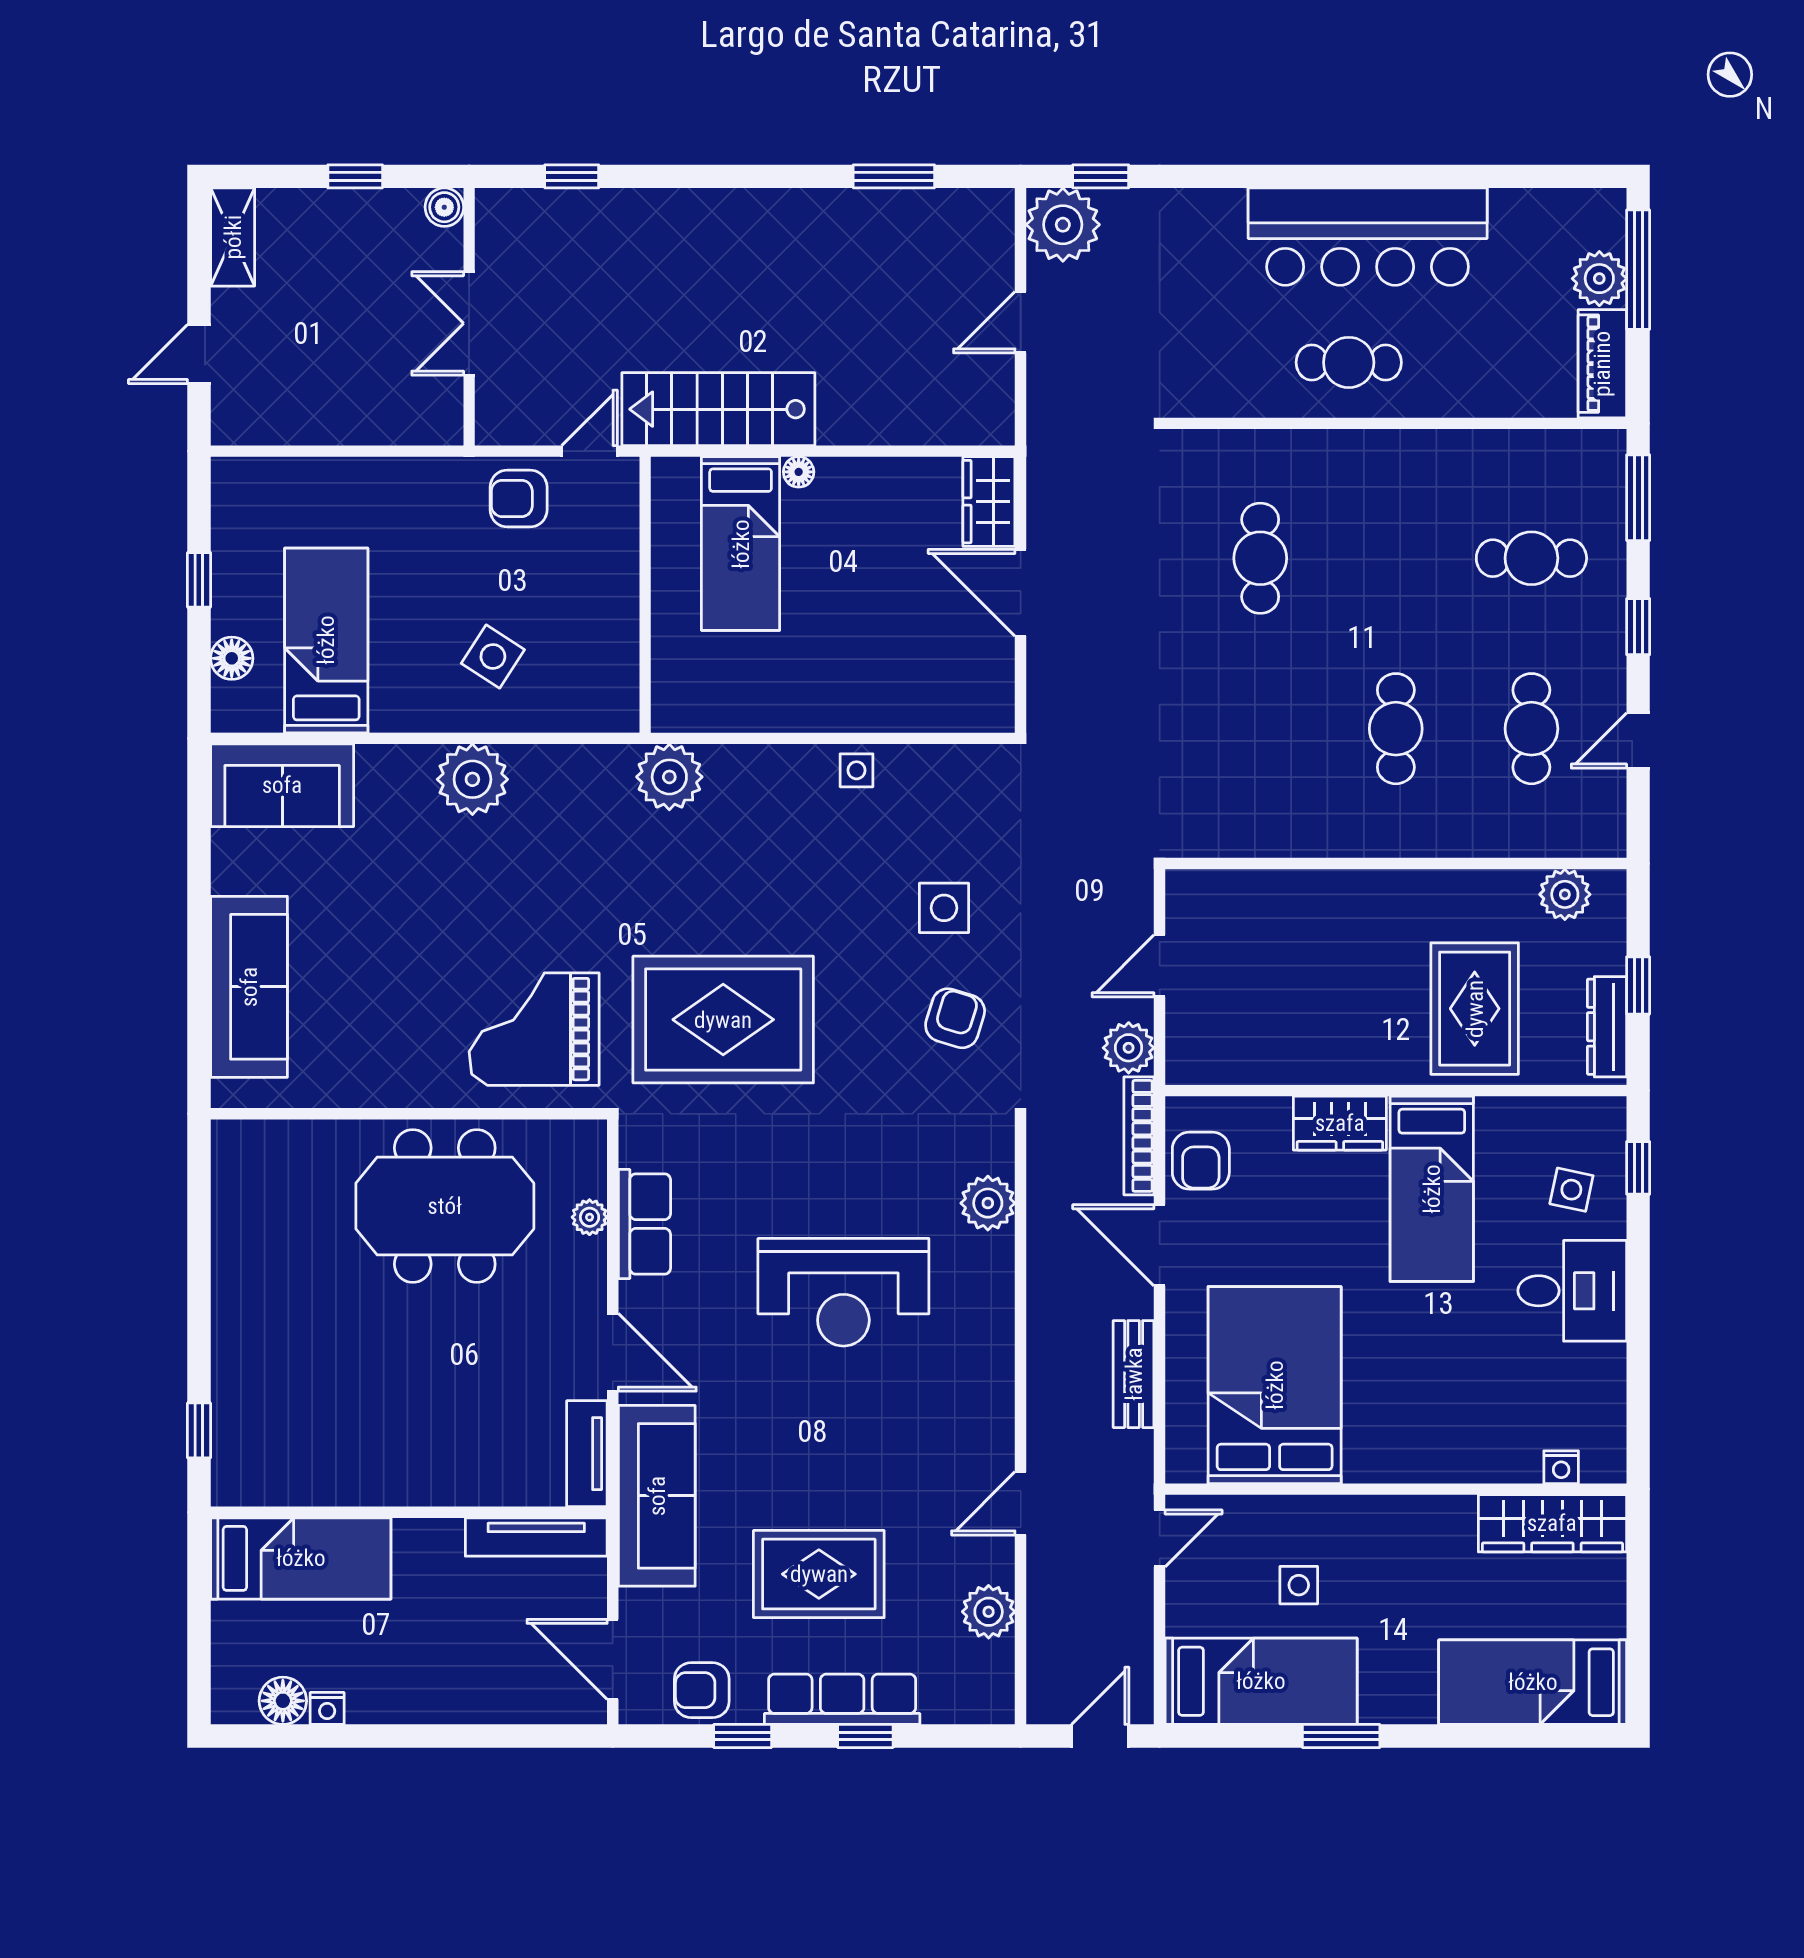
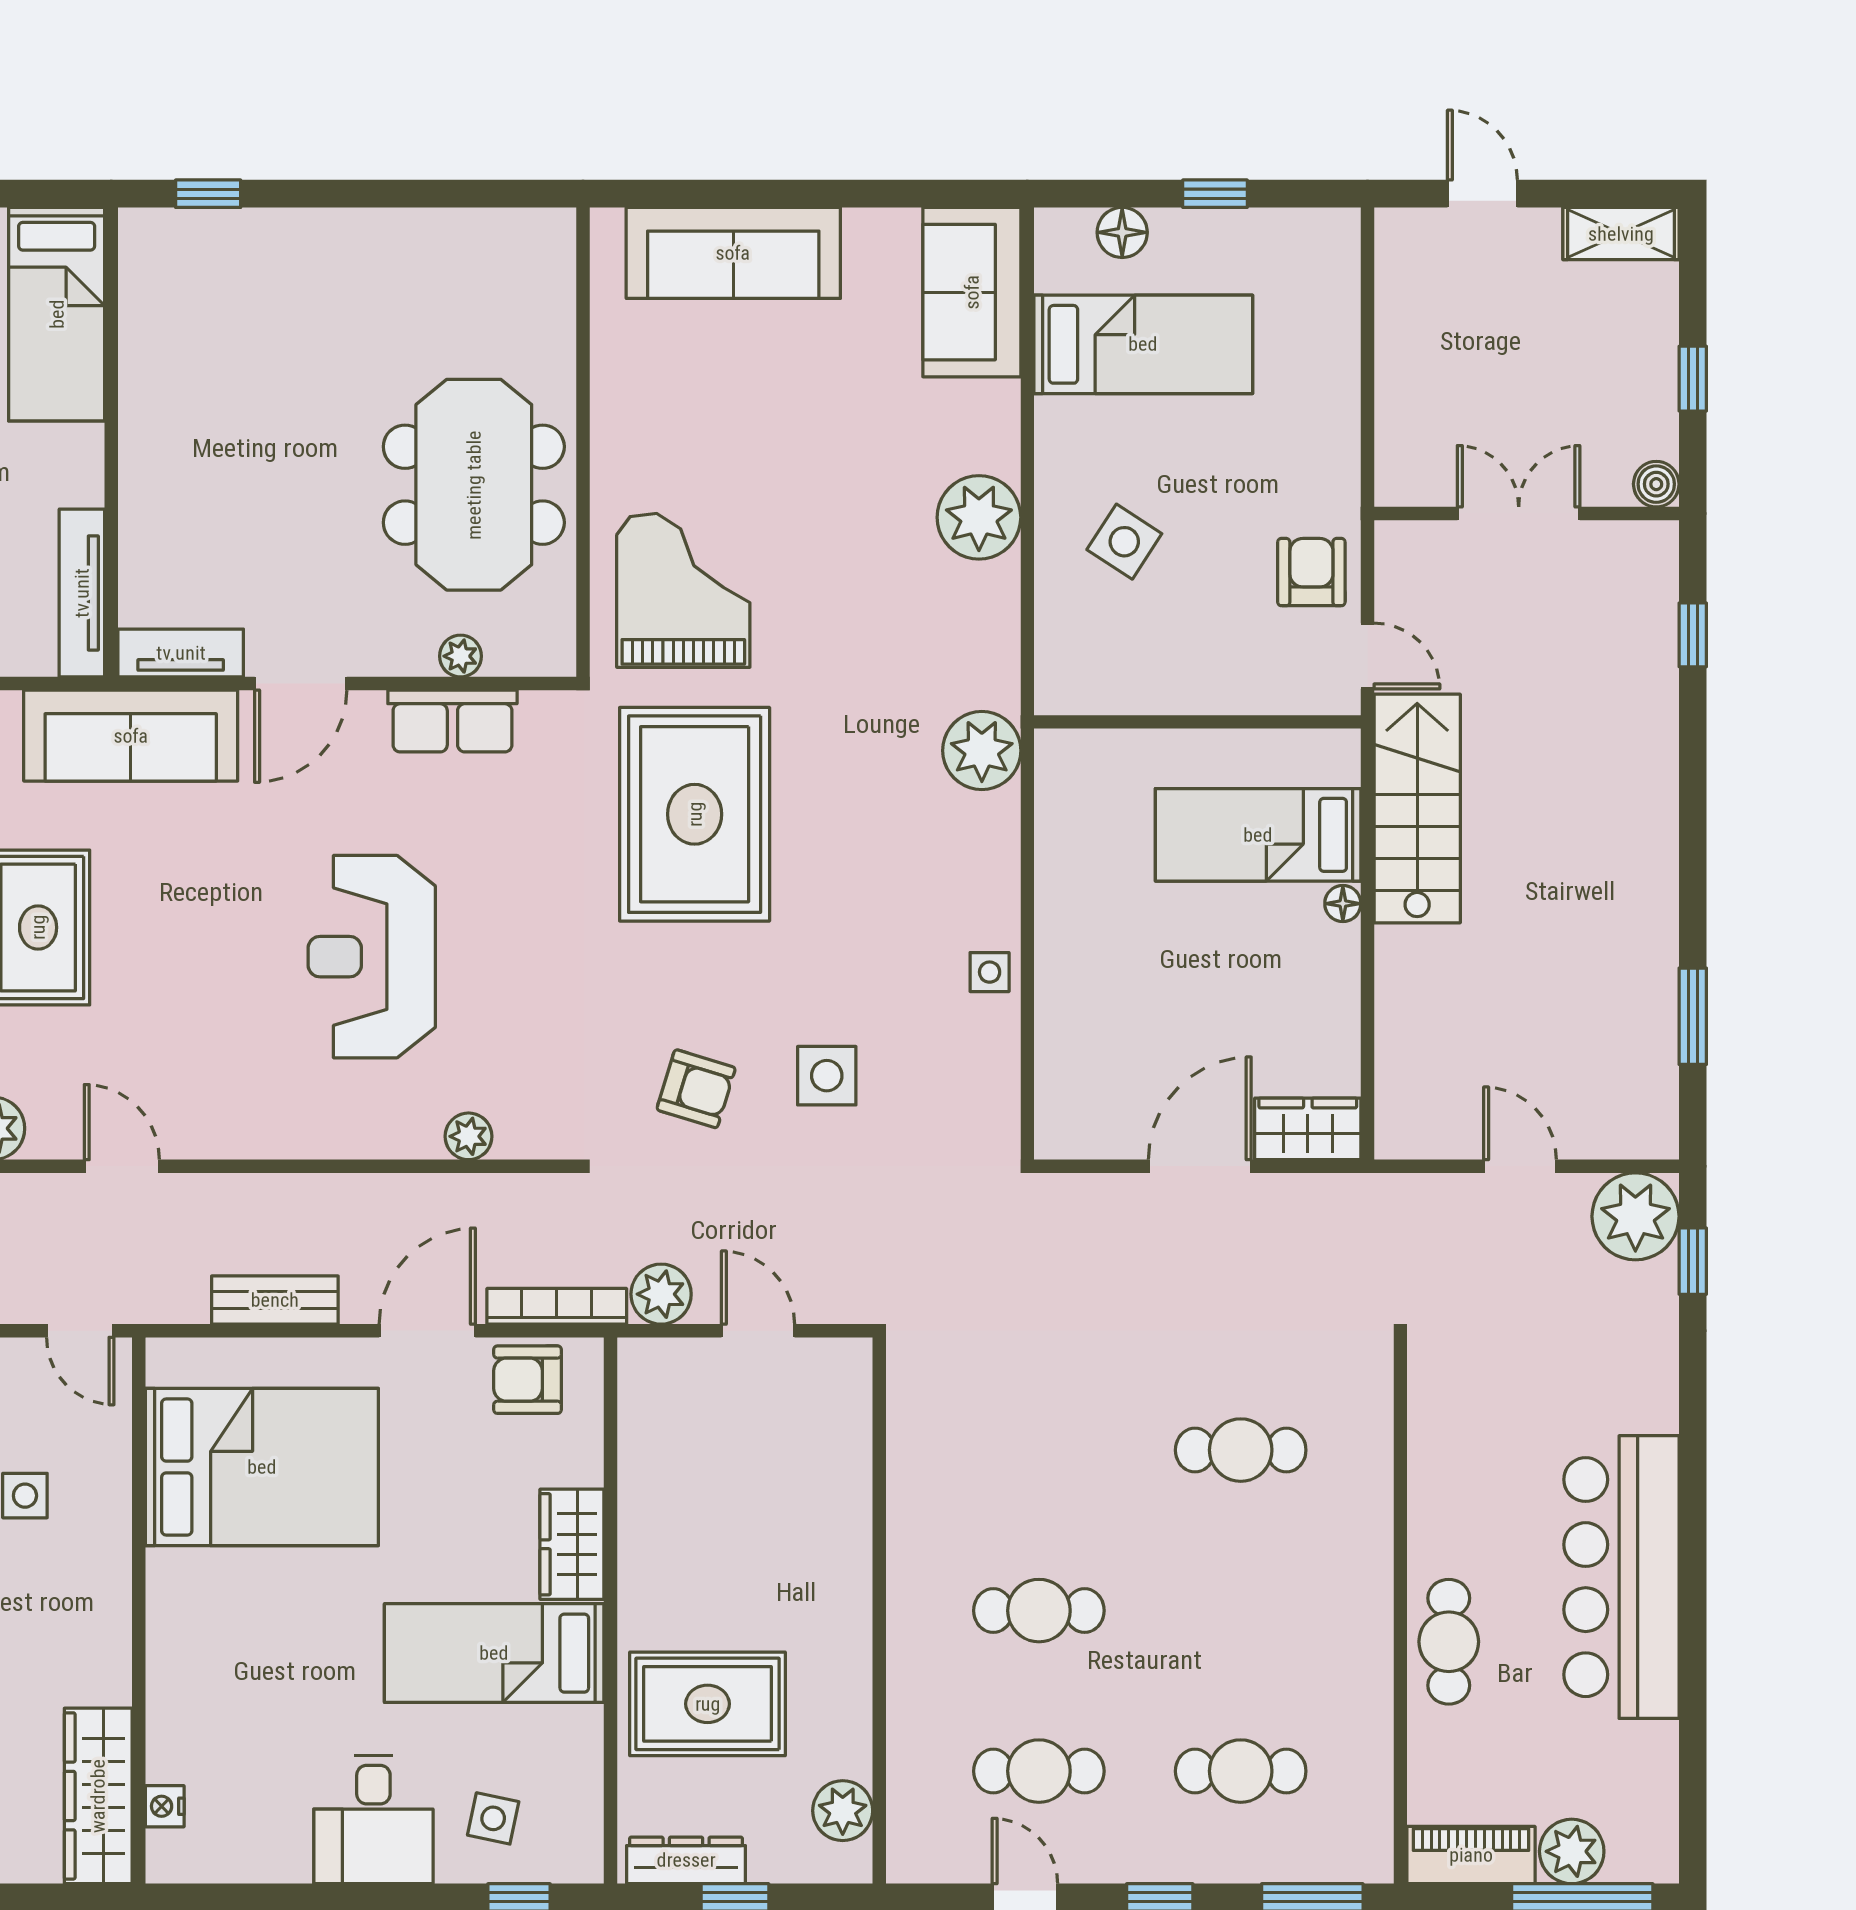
cafe table: (1349, 362) -> (1449, 1642), moved
cafe table: (1531, 558) -> (1241, 1771), turned 90
plant: (988, 1203) -> (469, 1136), width x0.73, depth x0.73

